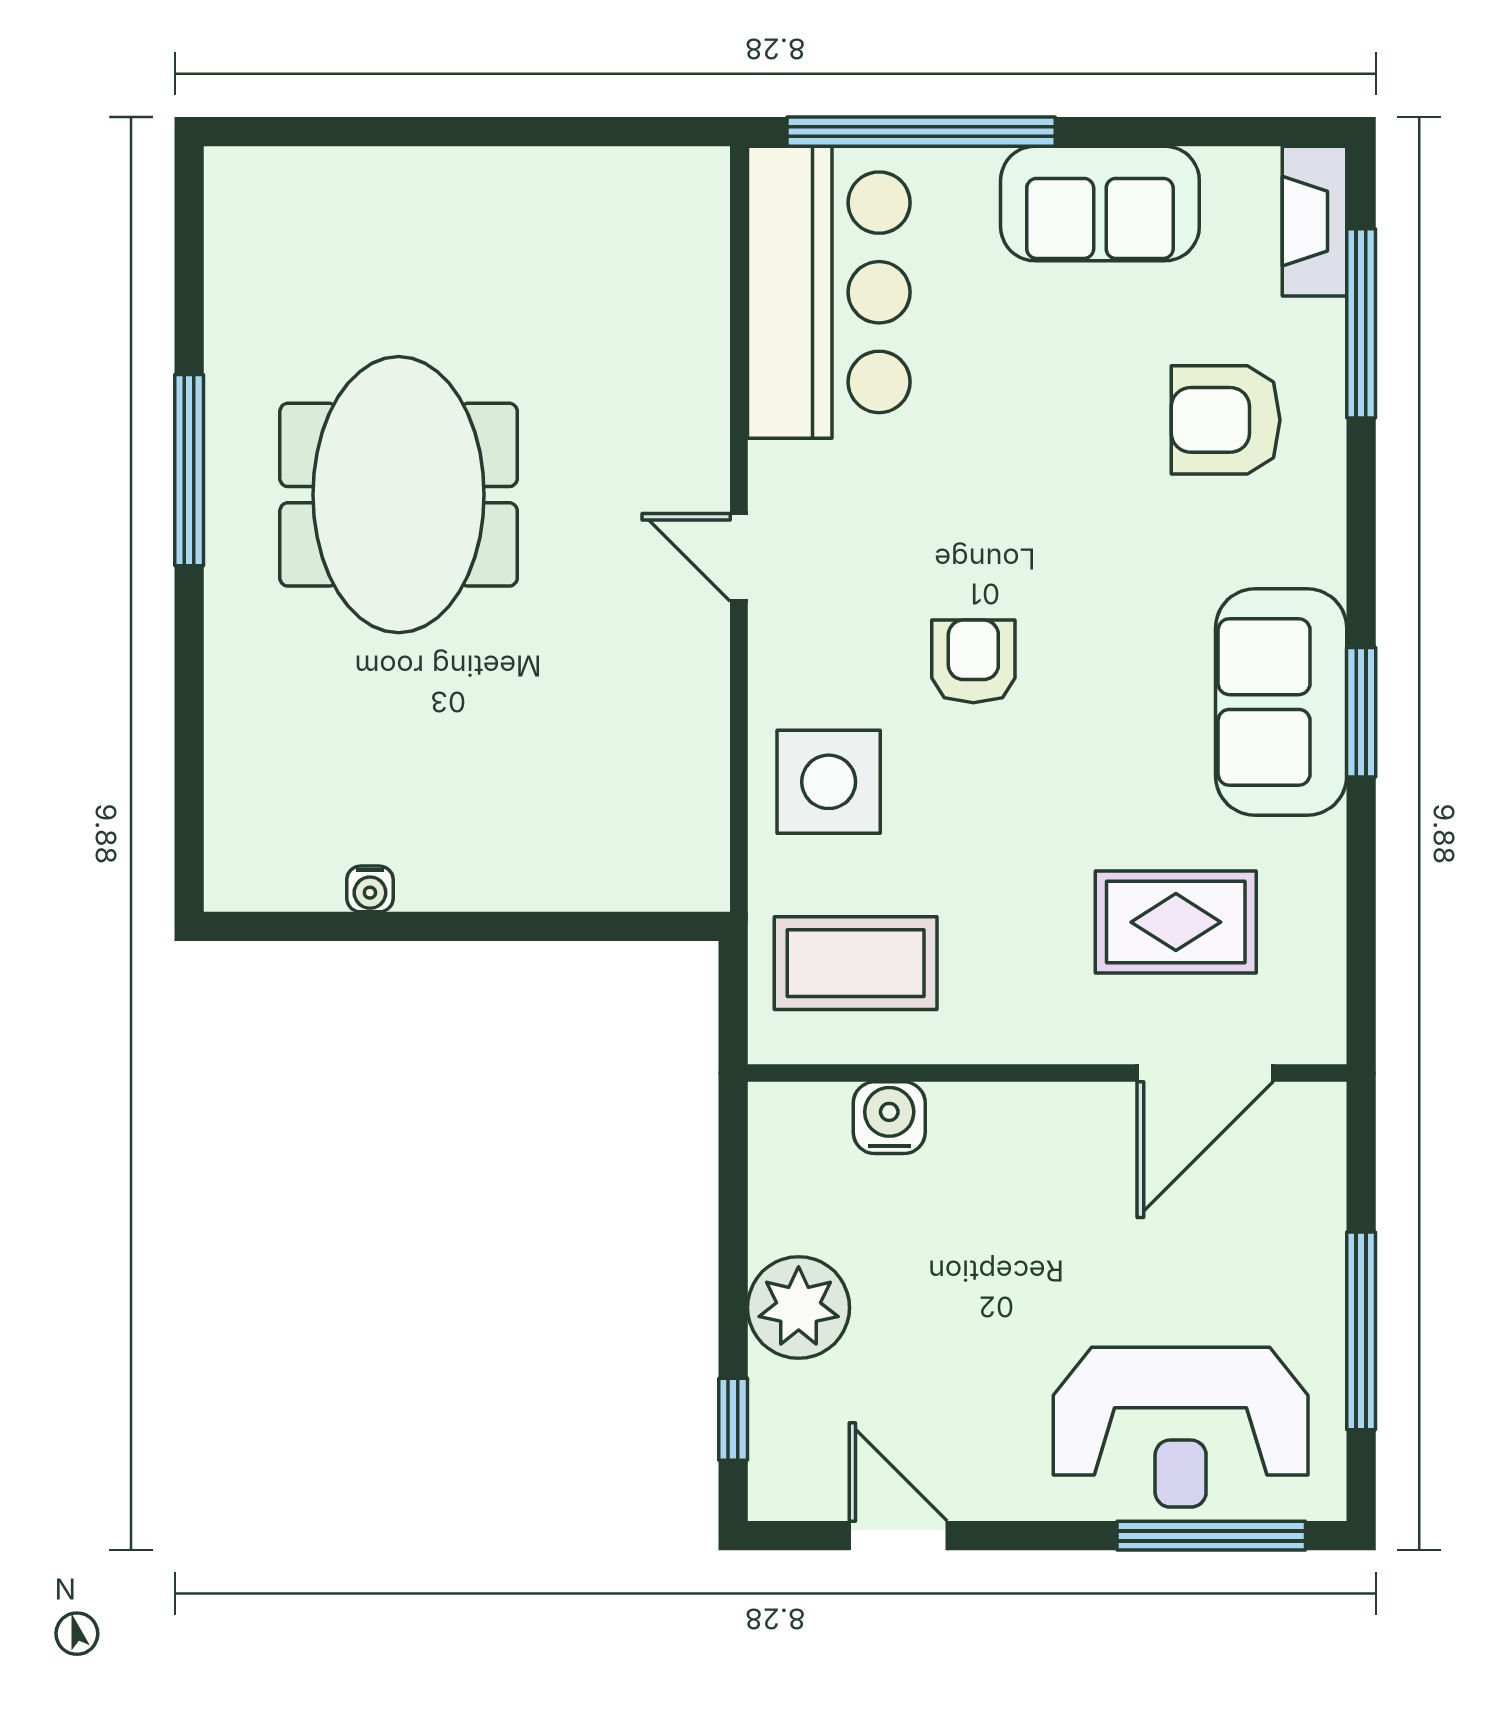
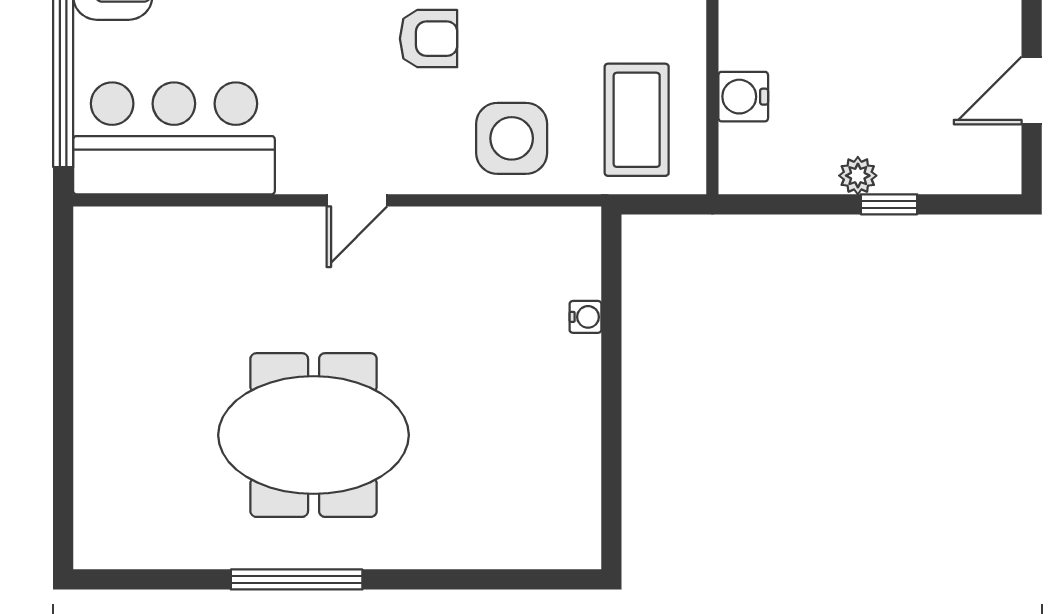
armchair: (973, 661) -> (429, 39), turned 180
water cooler: (370, 889) -> (585, 317), moved
plant: (799, 1308) -> (858, 176), width x0.53, depth x0.53
window: (733, 1419) -> (889, 204), moved

